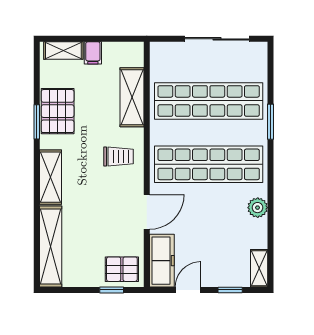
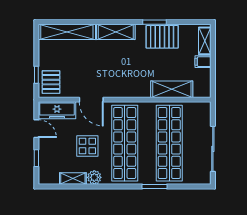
trolley: (119, 156) -> (130, 80), removed
display table: (213, 217) -> (87, 146), added
shelving: (259, 268) -> (73, 178), moved

